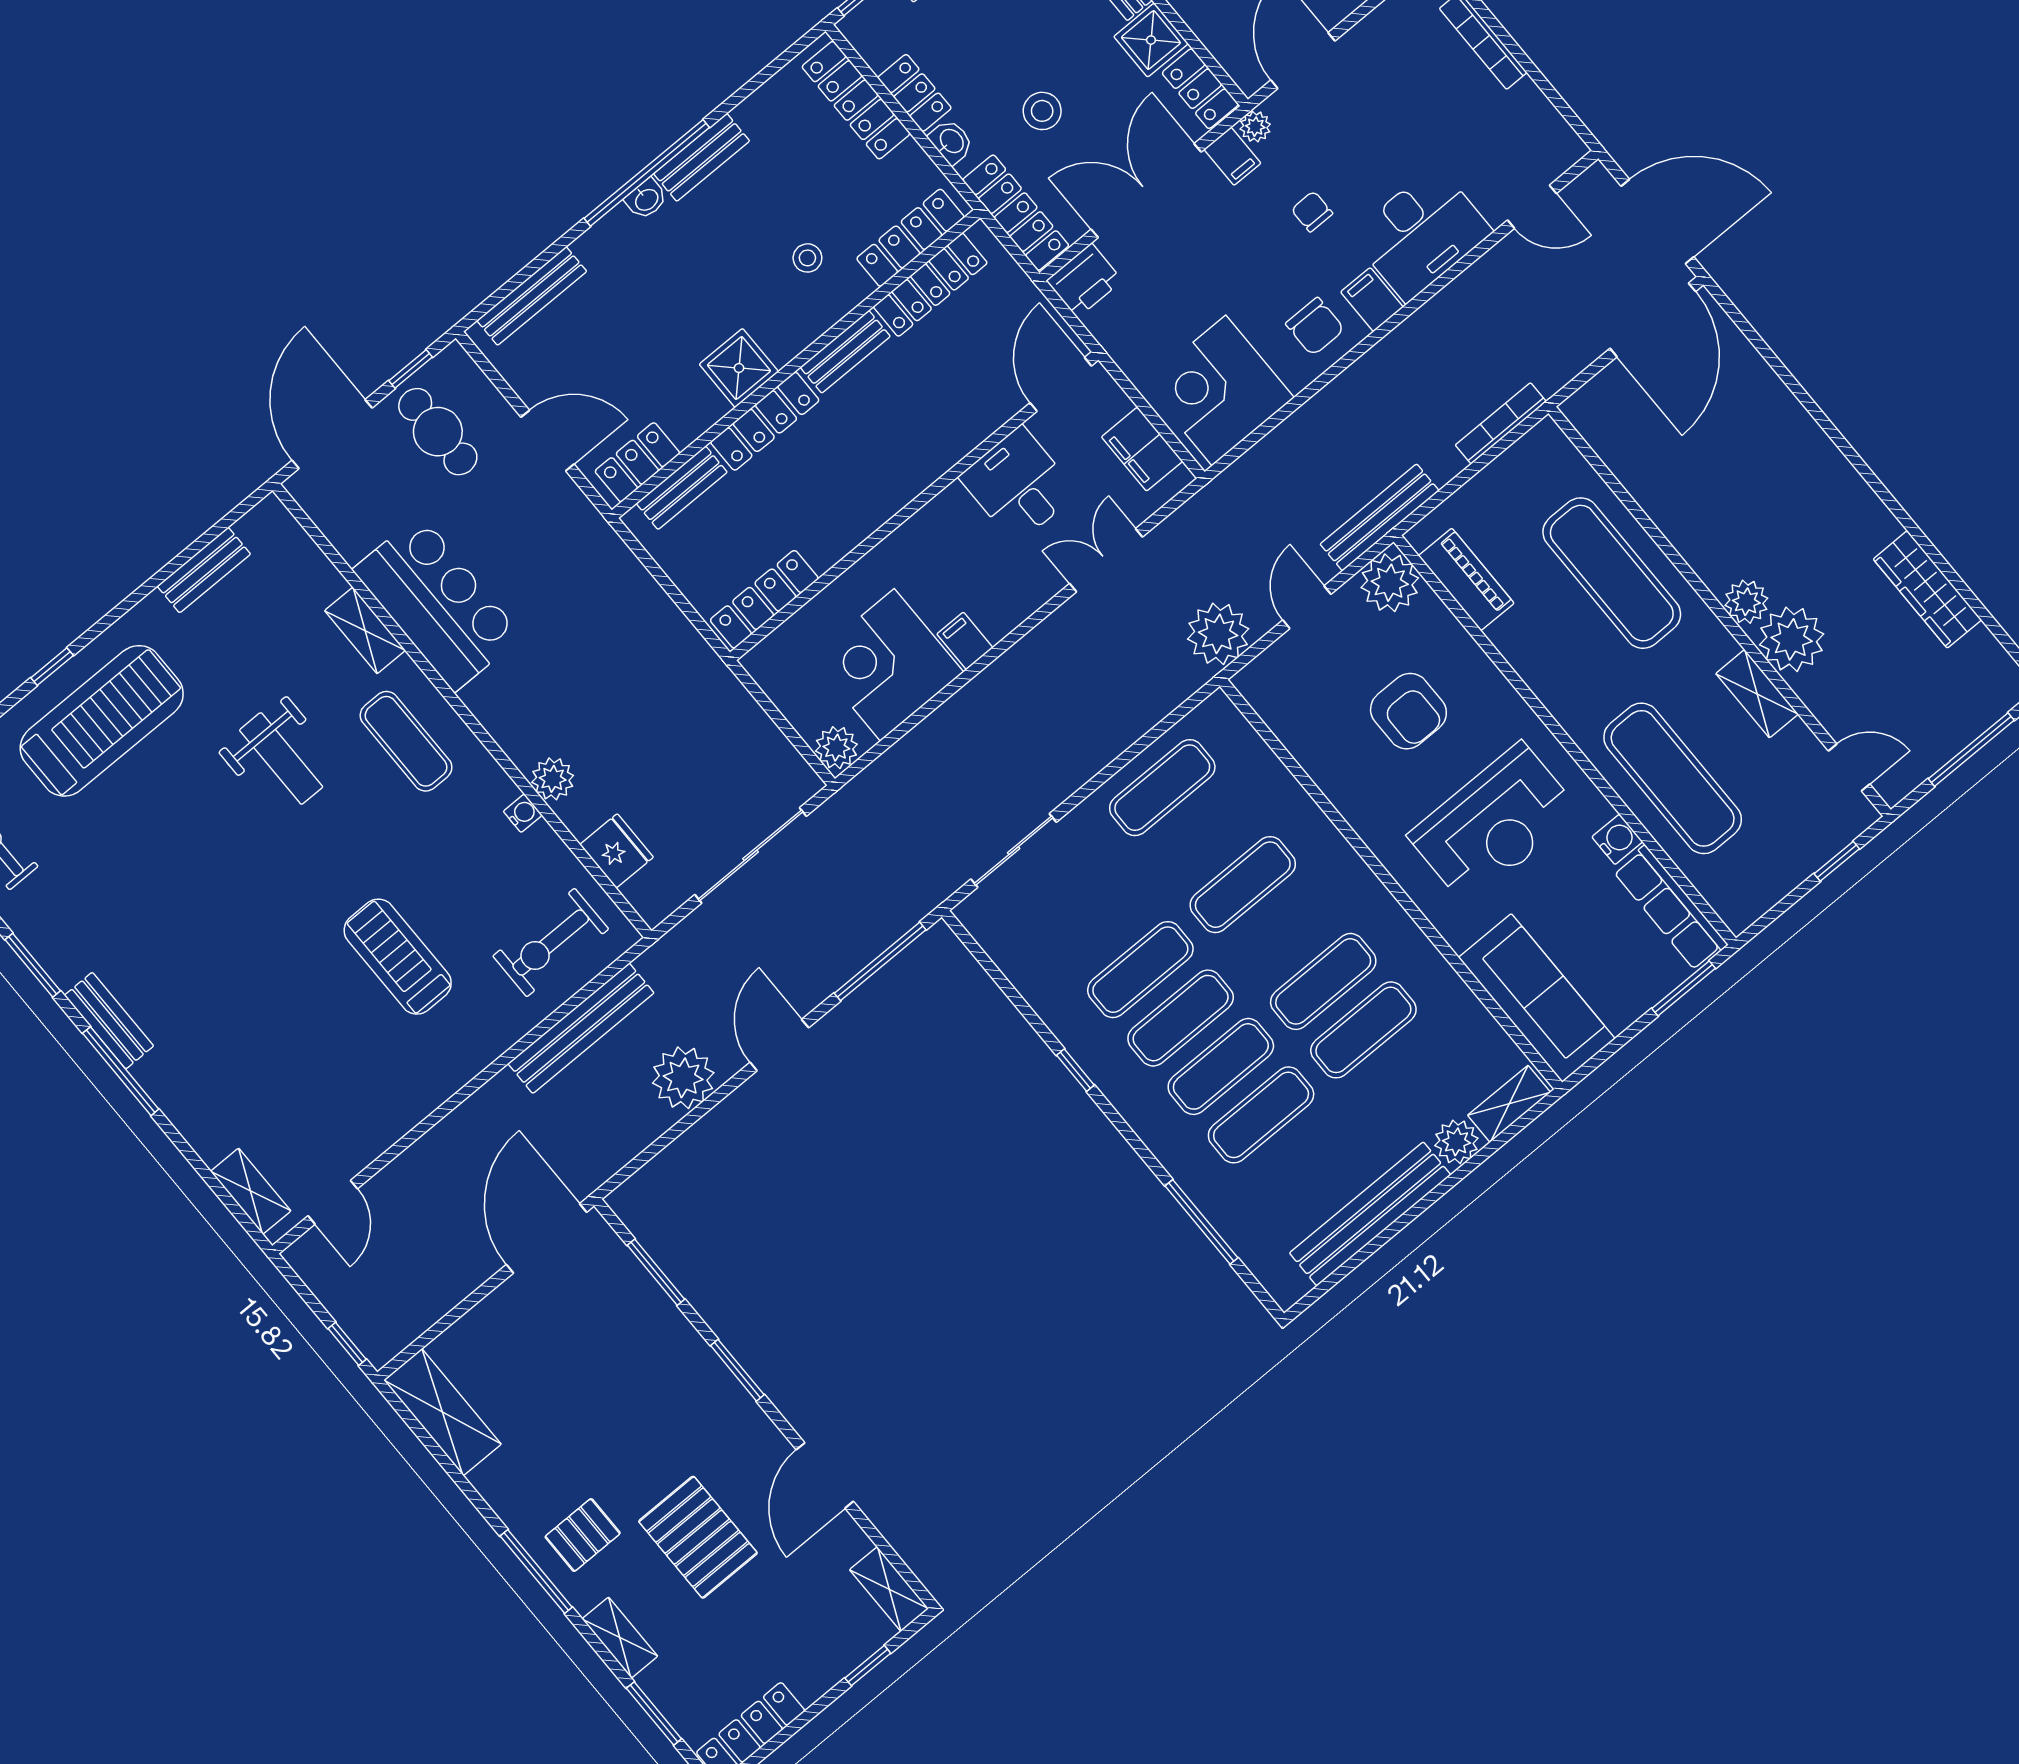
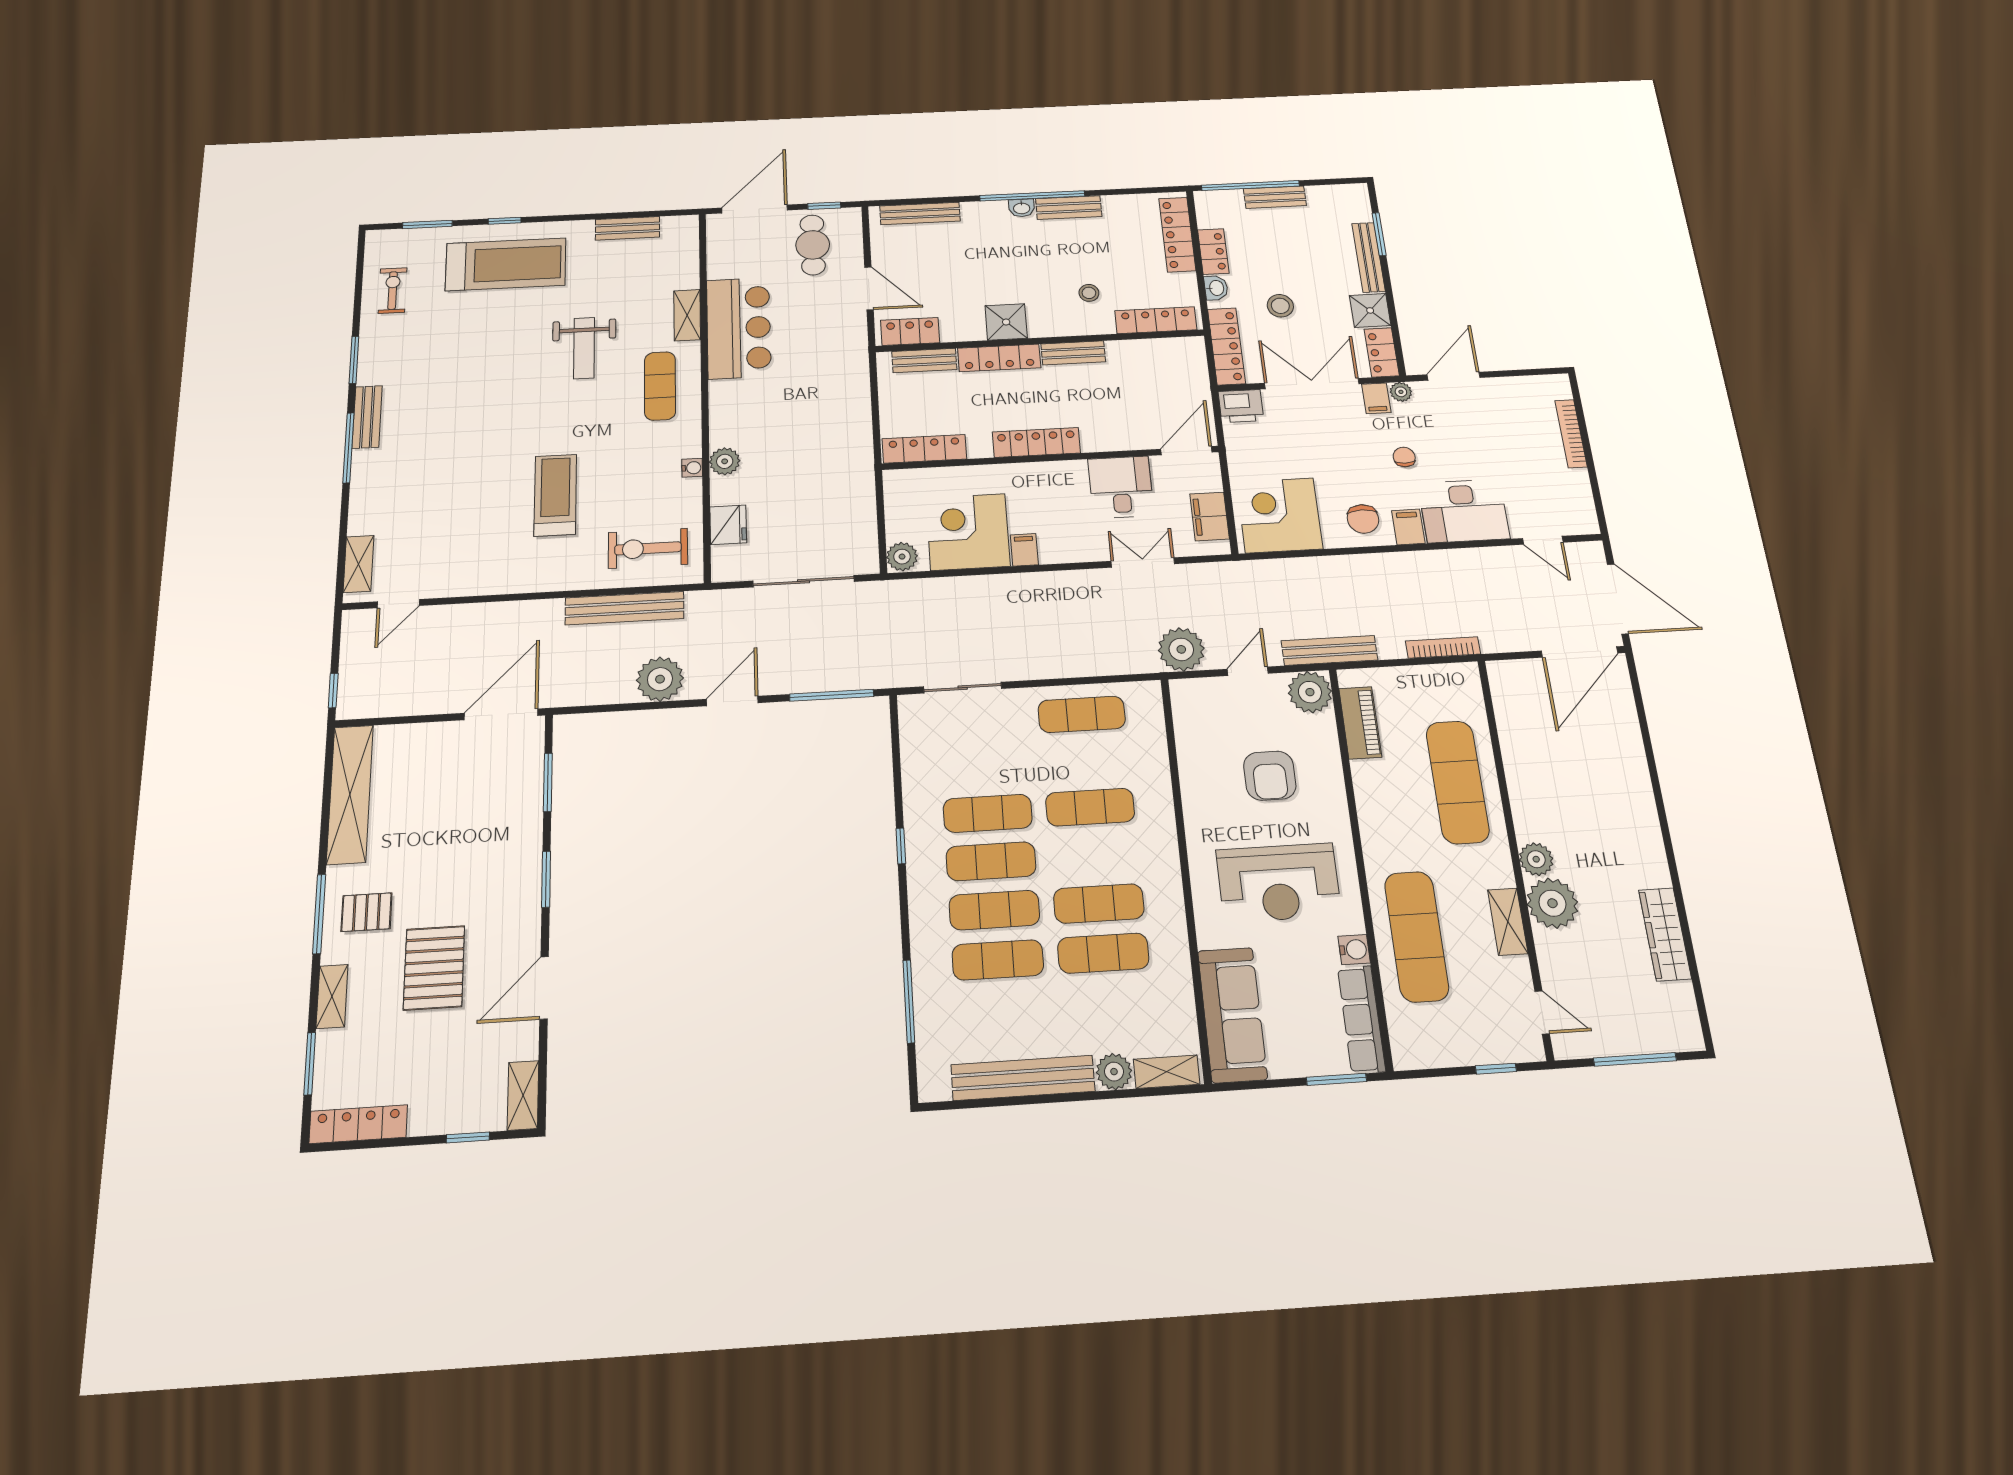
locker: (930, 285) -> (1036, 442), moved, turned 180
shelving: (442, 1412) -> (350, 794), width x1.47

